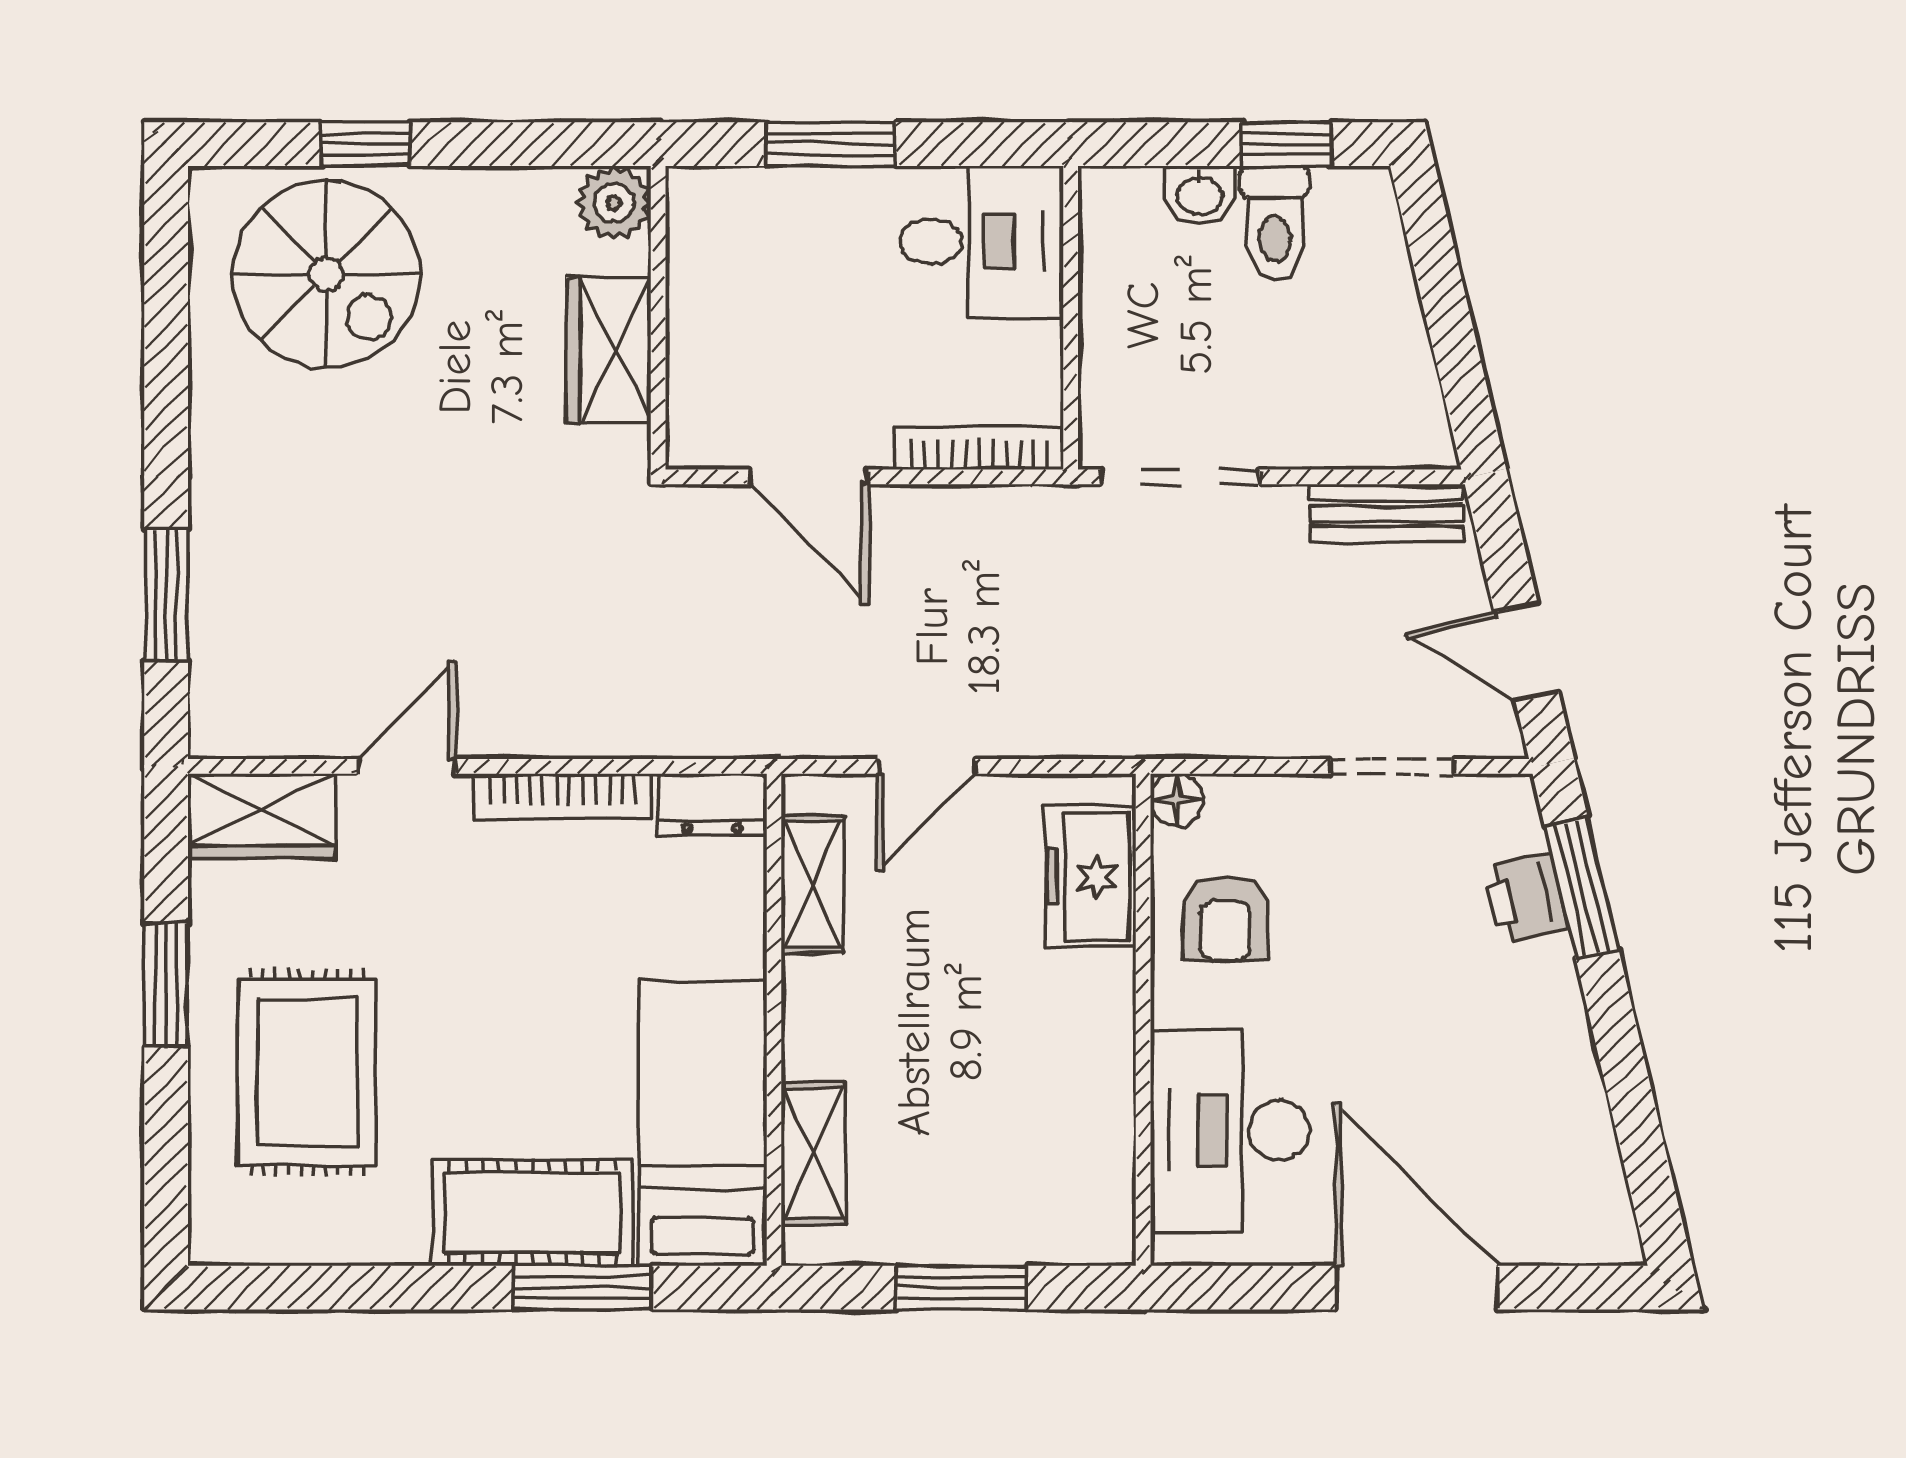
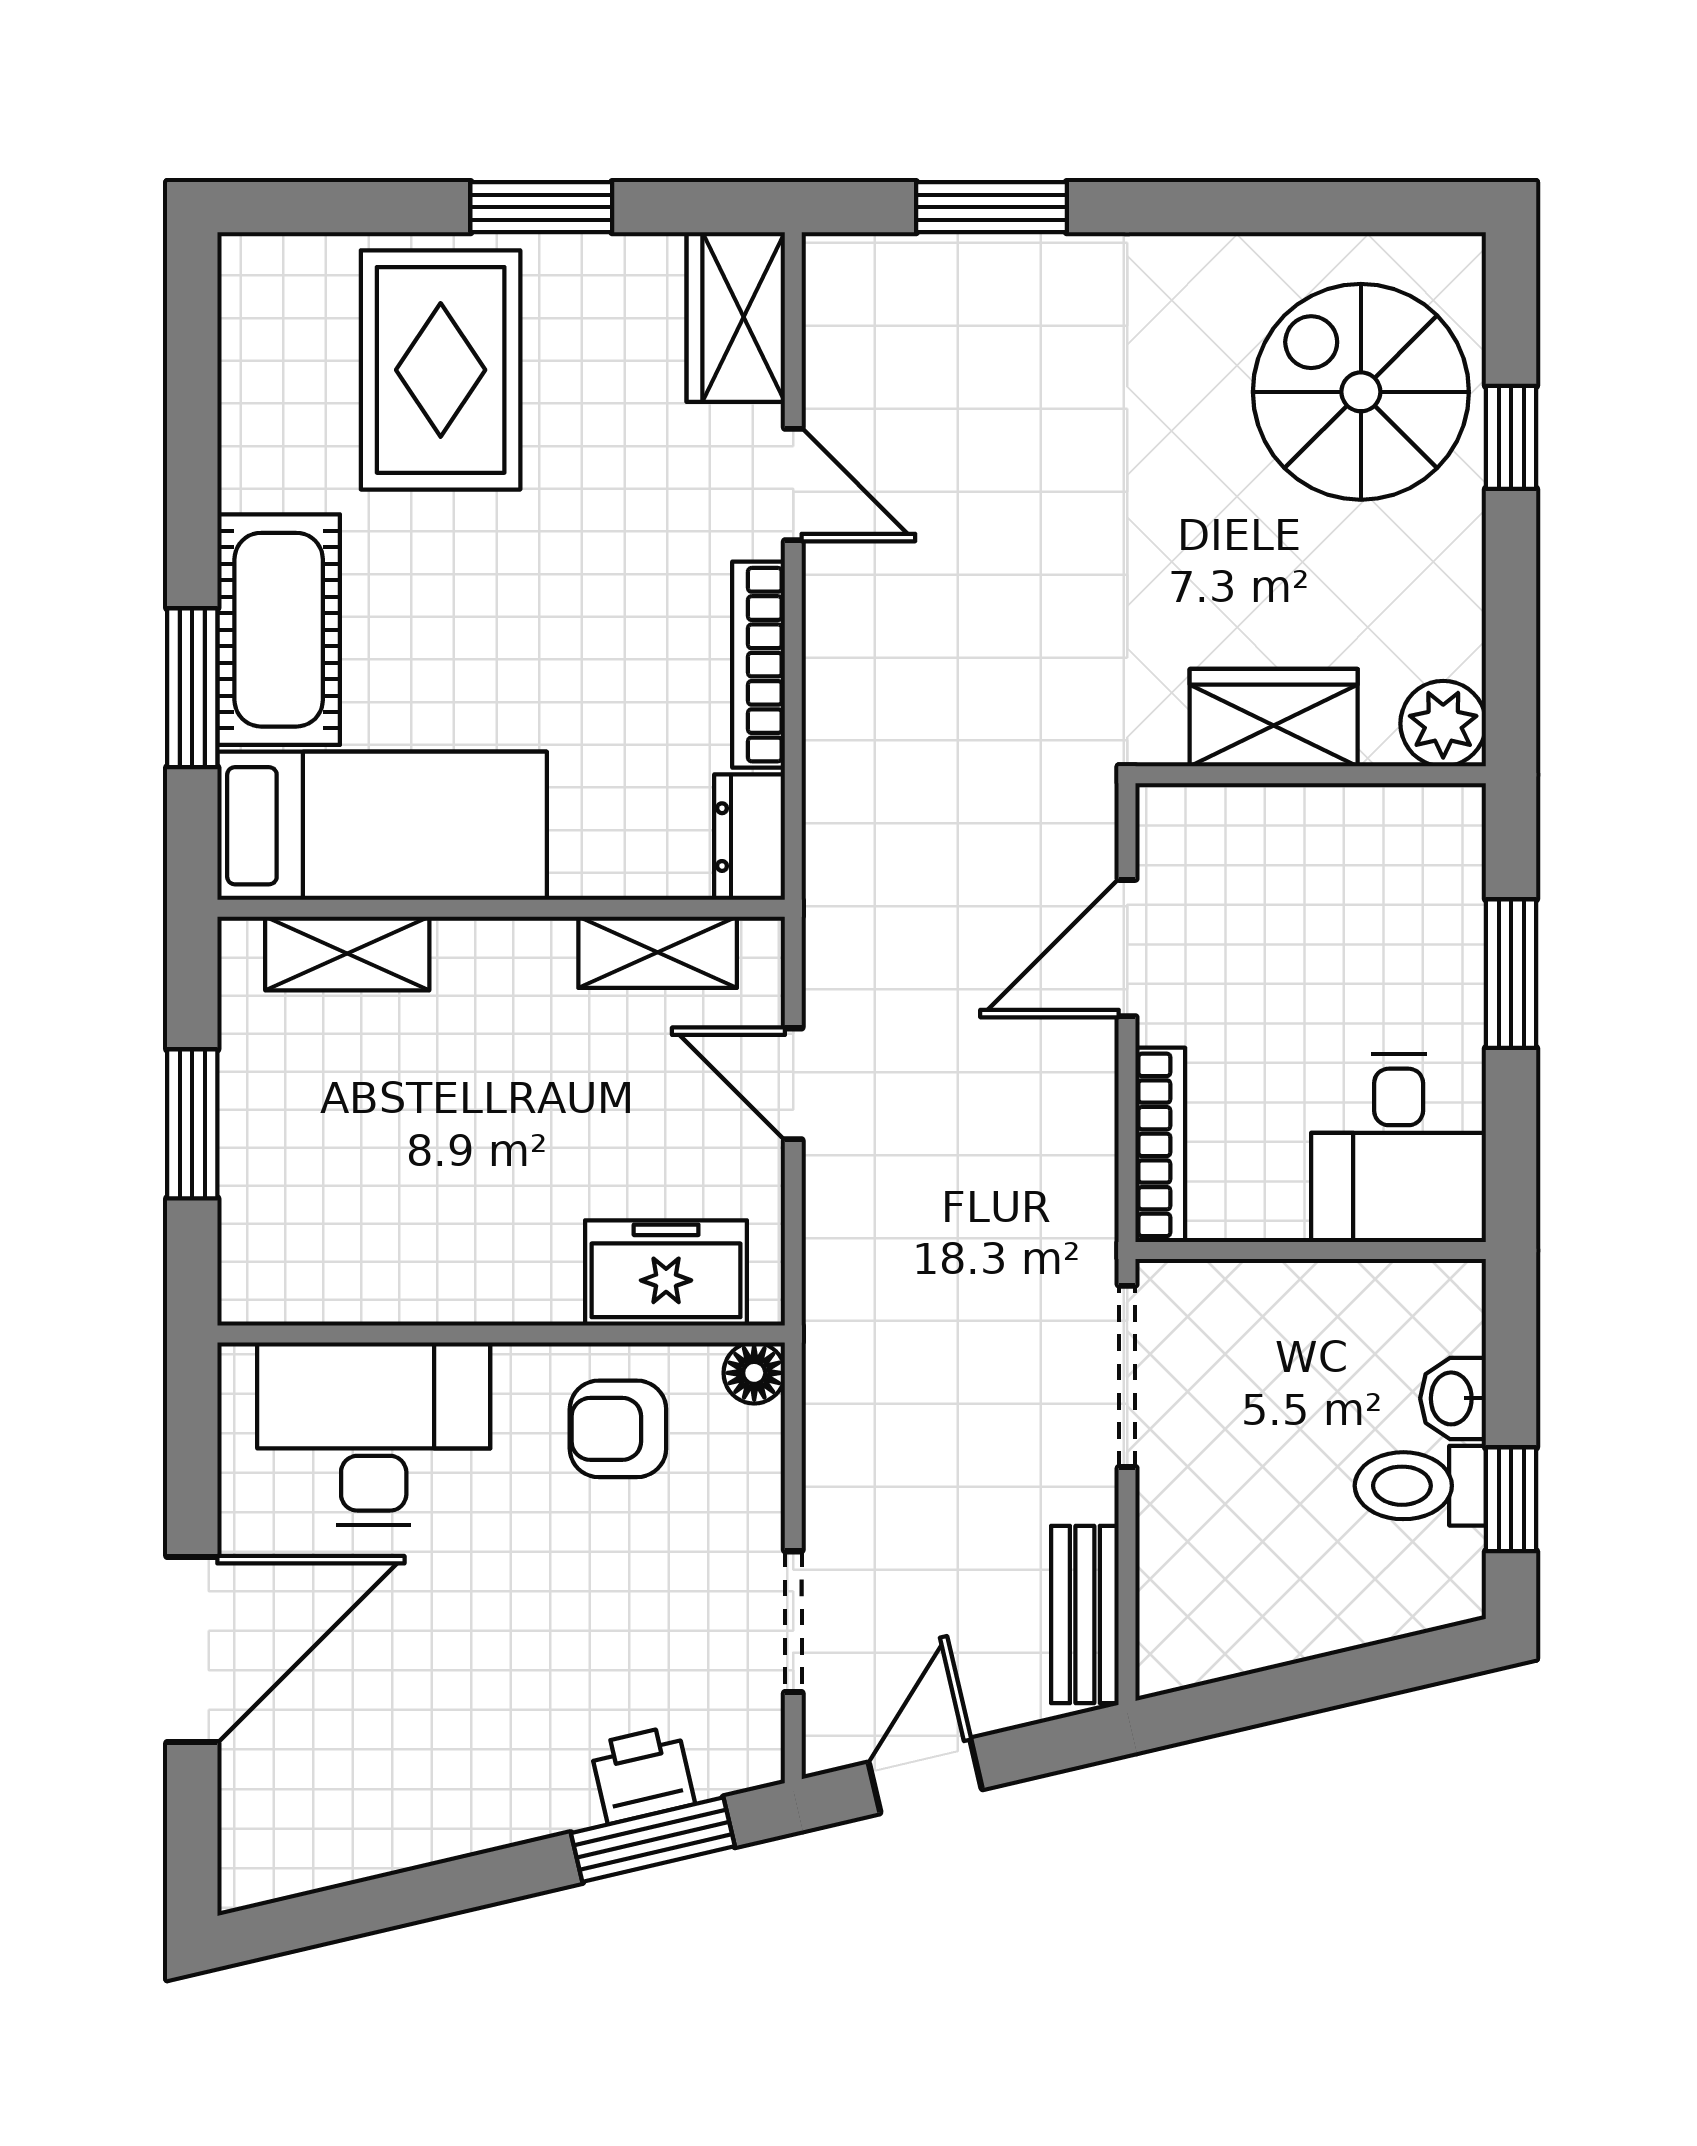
spiral stairs: (326, 274) -> (1361, 392), turned 90
rug: (307, 1072) -> (441, 370), turned 90

